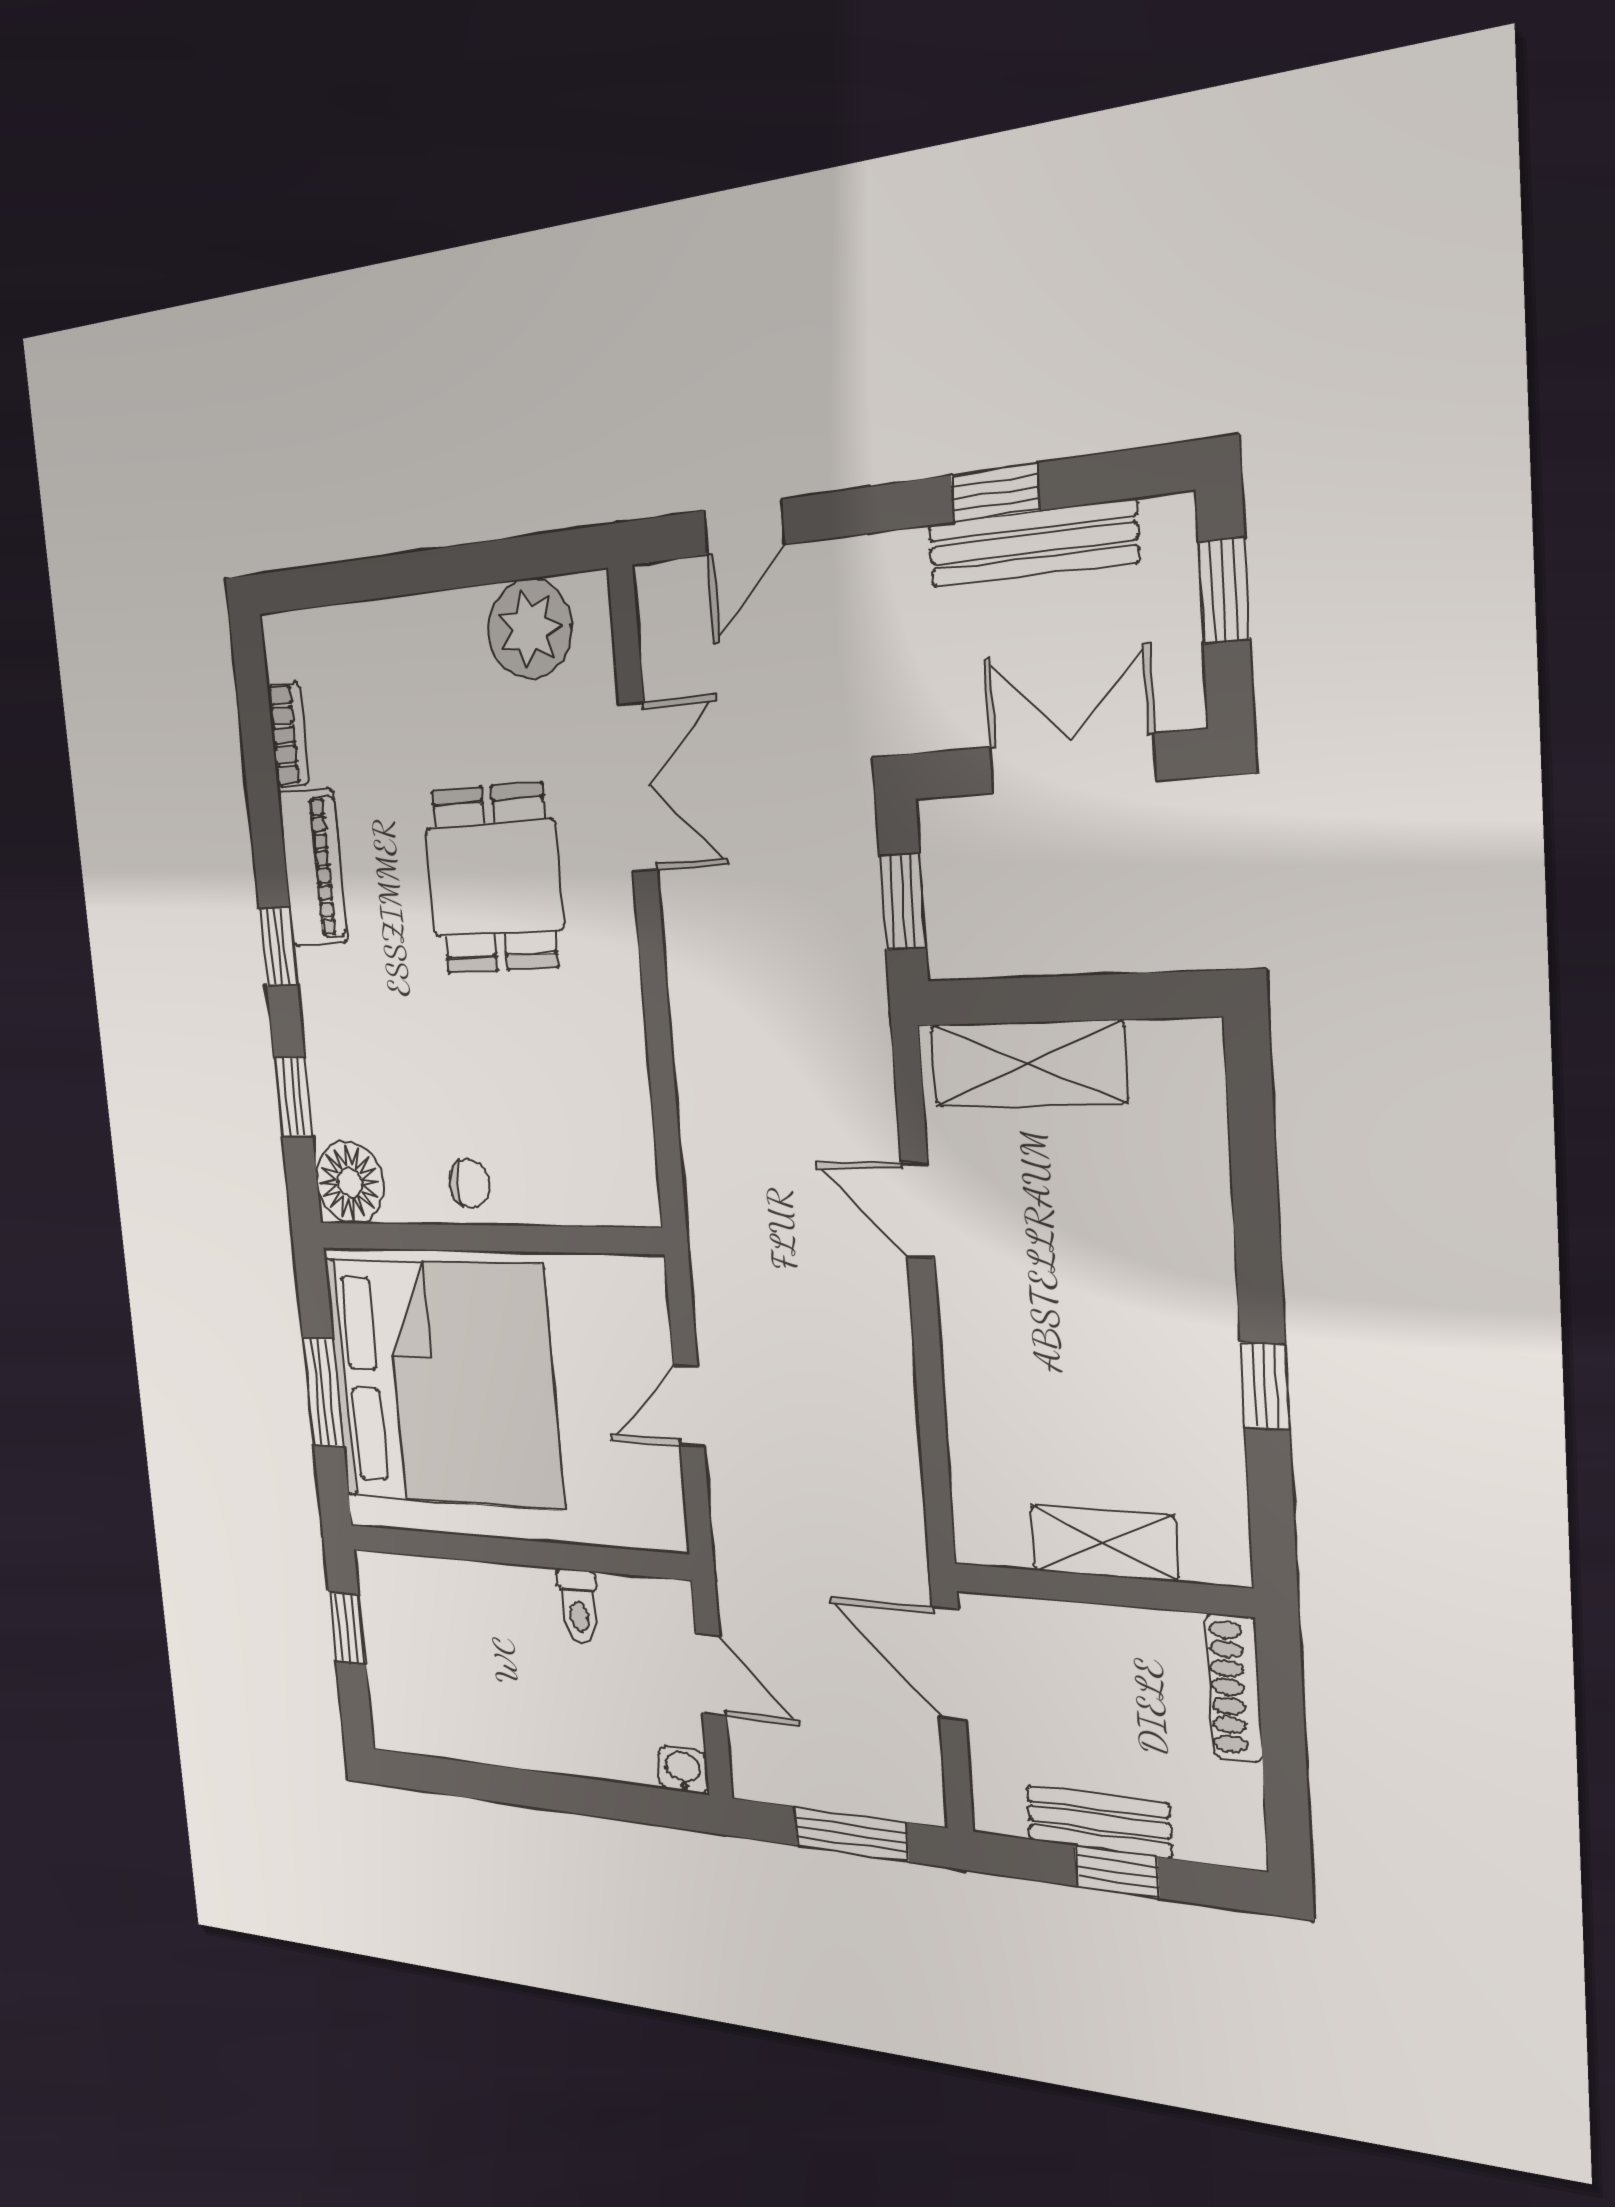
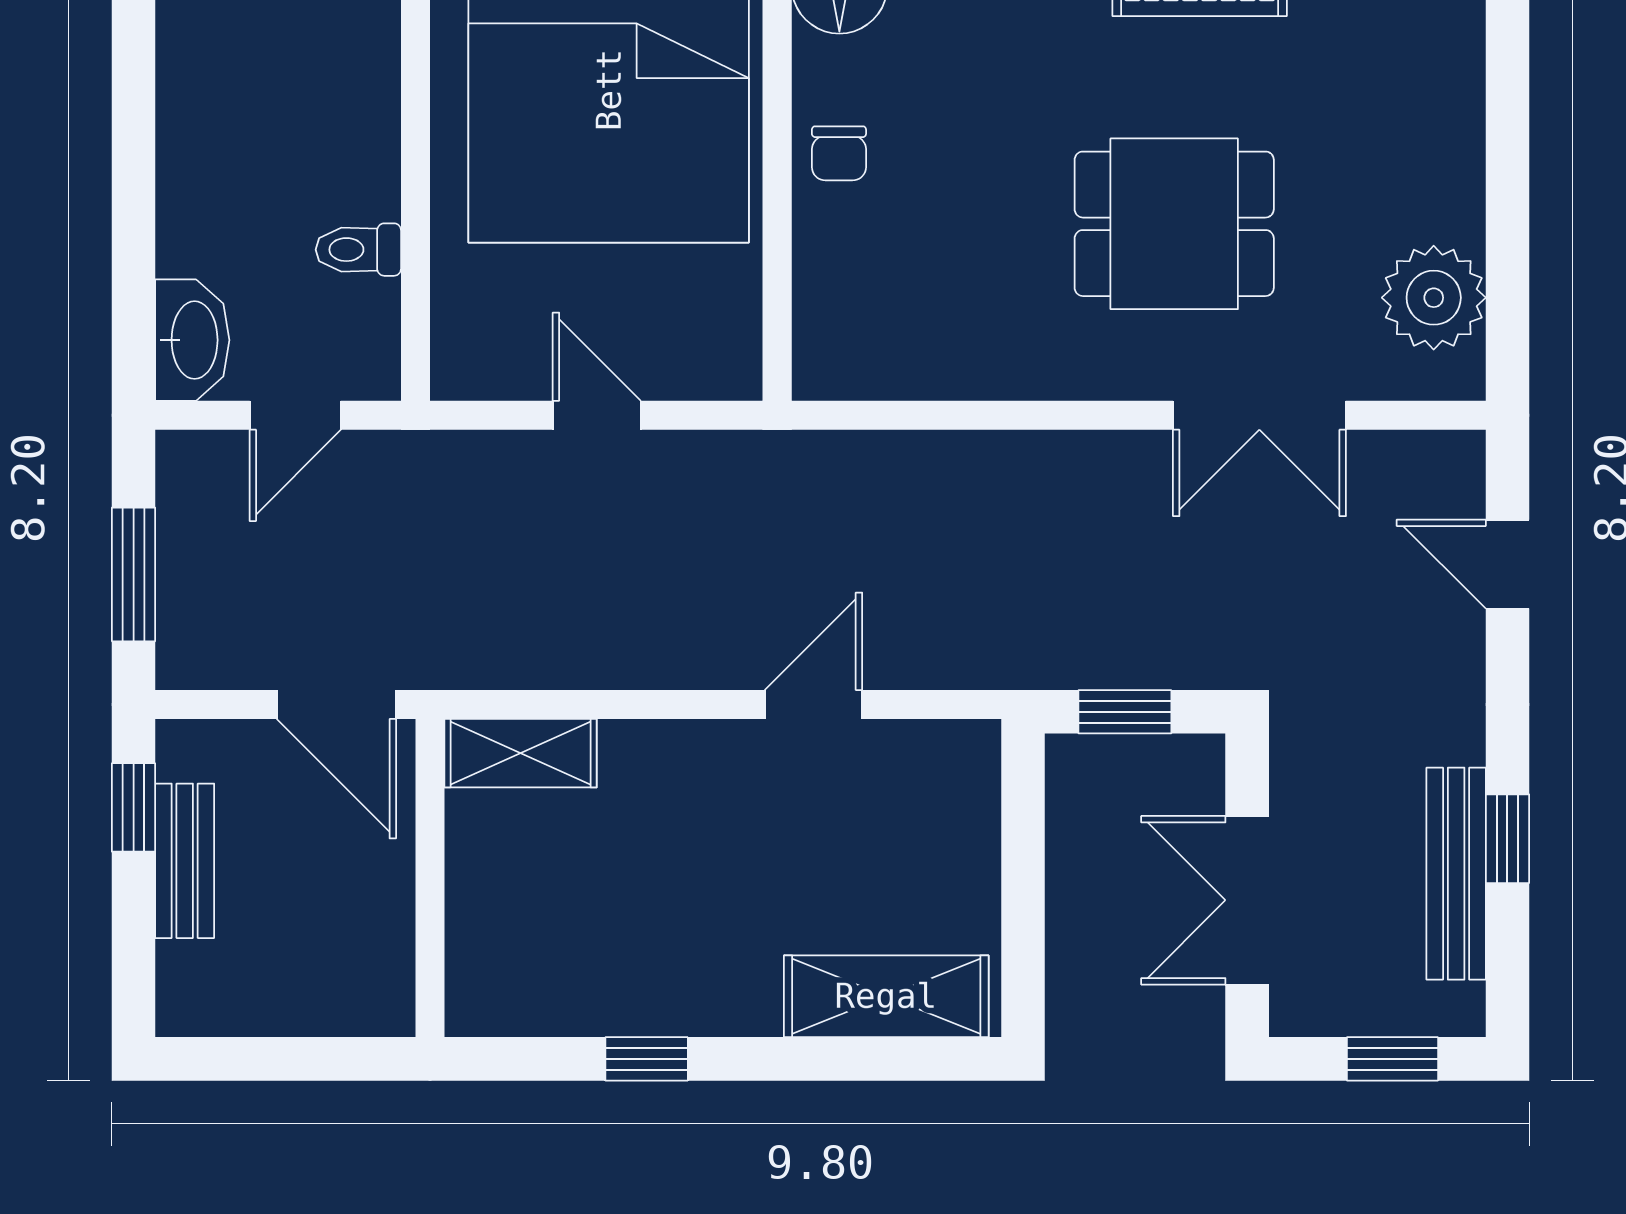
double door: (1072, 764) -> (1247, 900), swing flipped
shelving: (1028, 1064) -> (886, 996), moved, turned 90
shelving: (1104, 1543) -> (521, 753), moved, turned 90
door: (949, 1664) -> (336, 704), swing flipped
shoe rack: (1234, 1688) -> (342, 1012), removed
washbasin: (683, 1770) -> (192, 340), width x1.91, depth x1.45
window: (1117, 1872) -> (134, 807), moved

